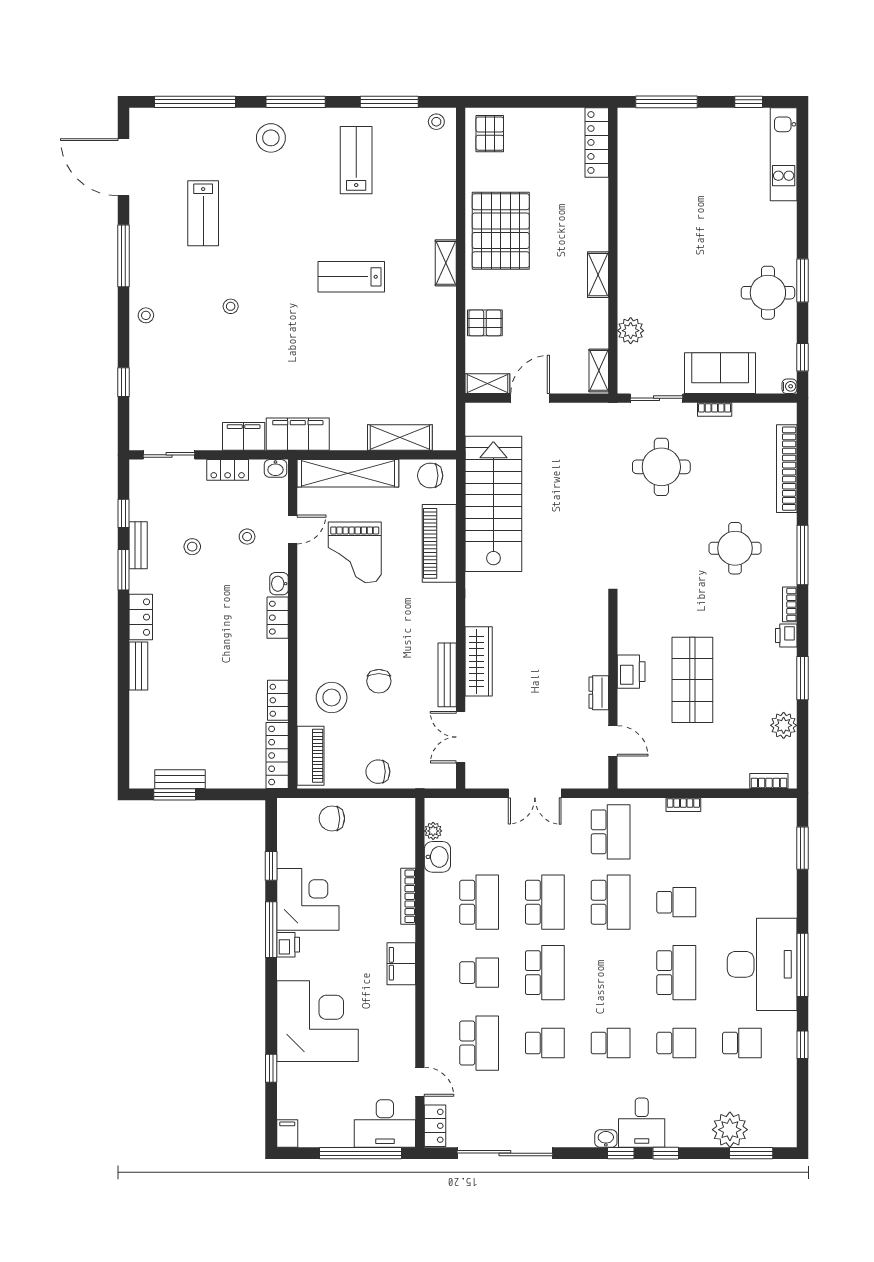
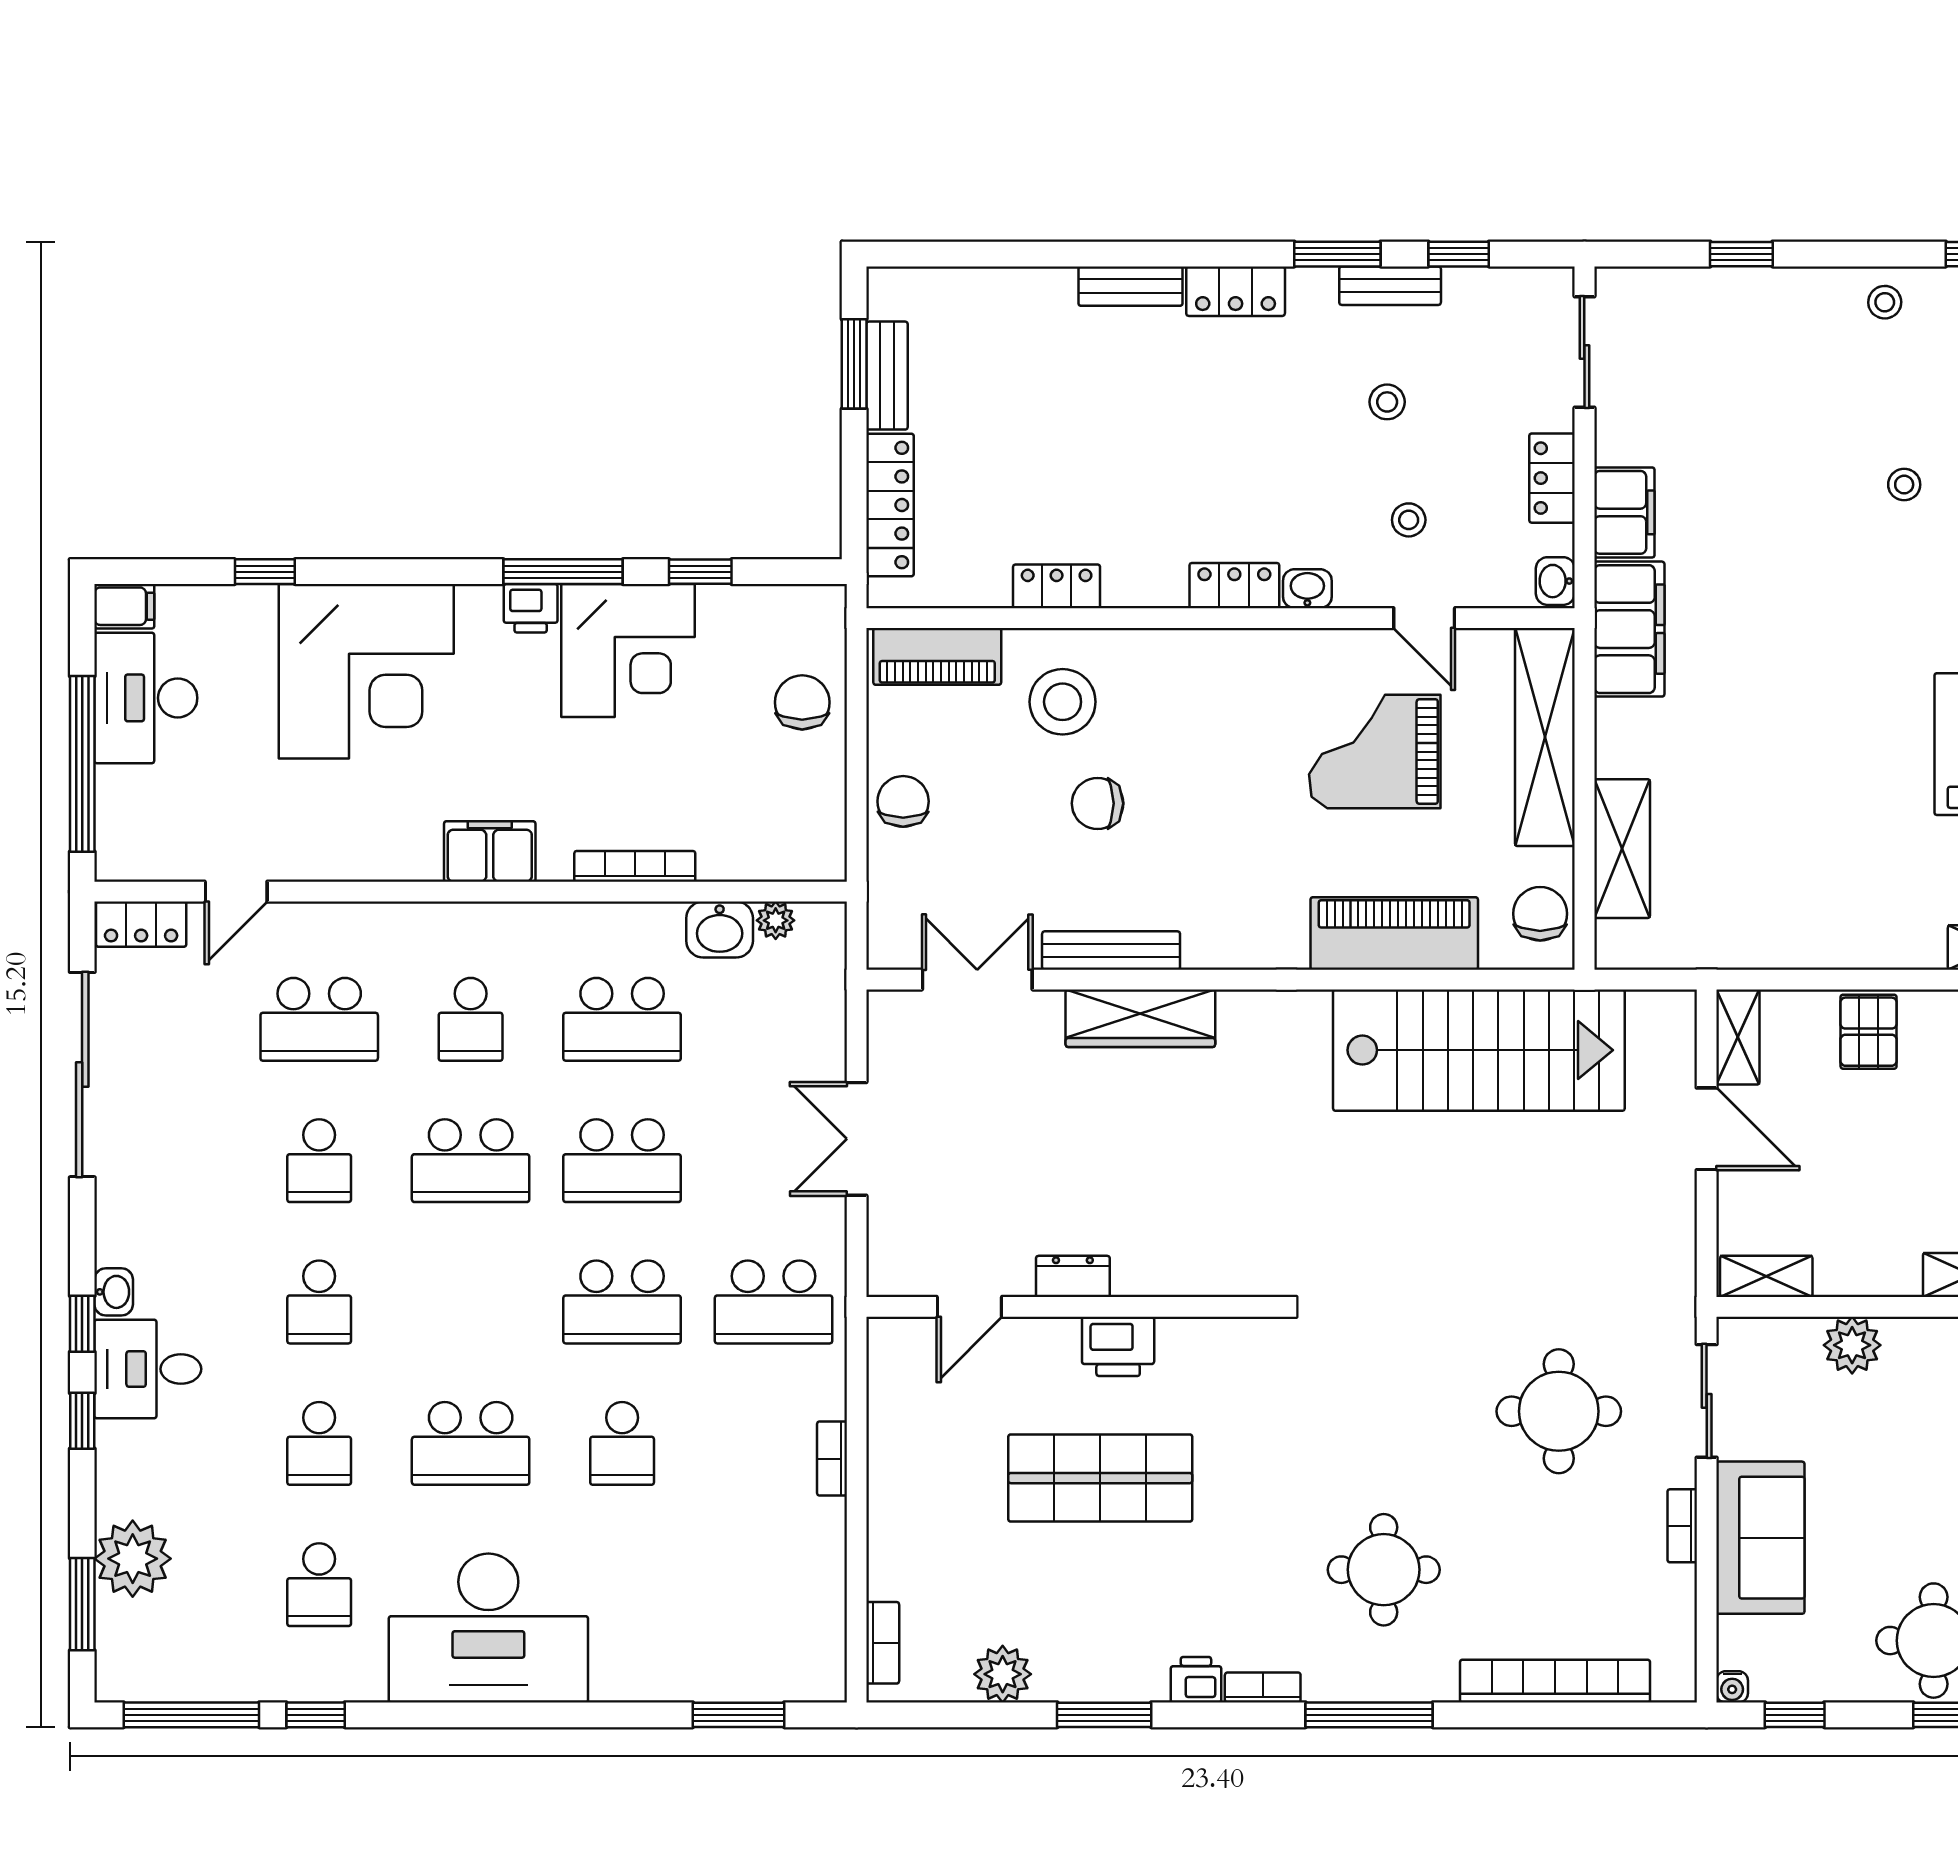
locker: (277, 755) -> (890, 505), moved, turned 90
window: (802, 965) -> (191, 1715), moved
desk: (385, 1124) -> (146, 698), moved

